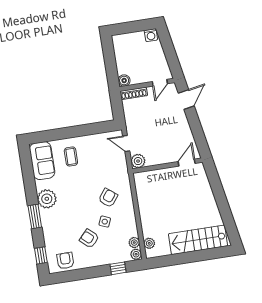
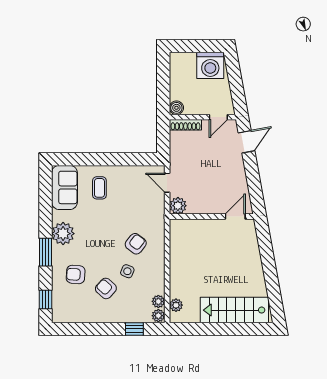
washing machine: (151, 35) -> (210, 65), width x1.89, depth x1.89
armchair: (65, 261) -> (76, 274), moved, turned -86

